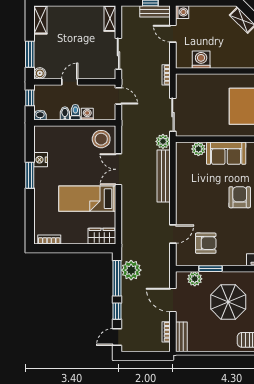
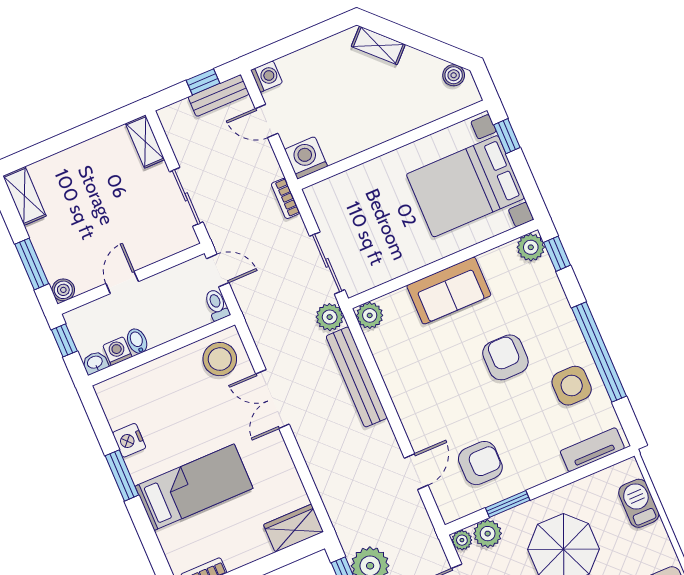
washing machine: (201, 60) -> (306, 158), moved
toilet: (75, 112) -> (217, 305), moved
washing machine: (87, 114) -> (117, 351), moved
plant: (198, 149) -> (370, 315), moved
bed: (87, 199) -> (194, 487), moved, turned 180
plant: (181, 277) -> (462, 540), added

